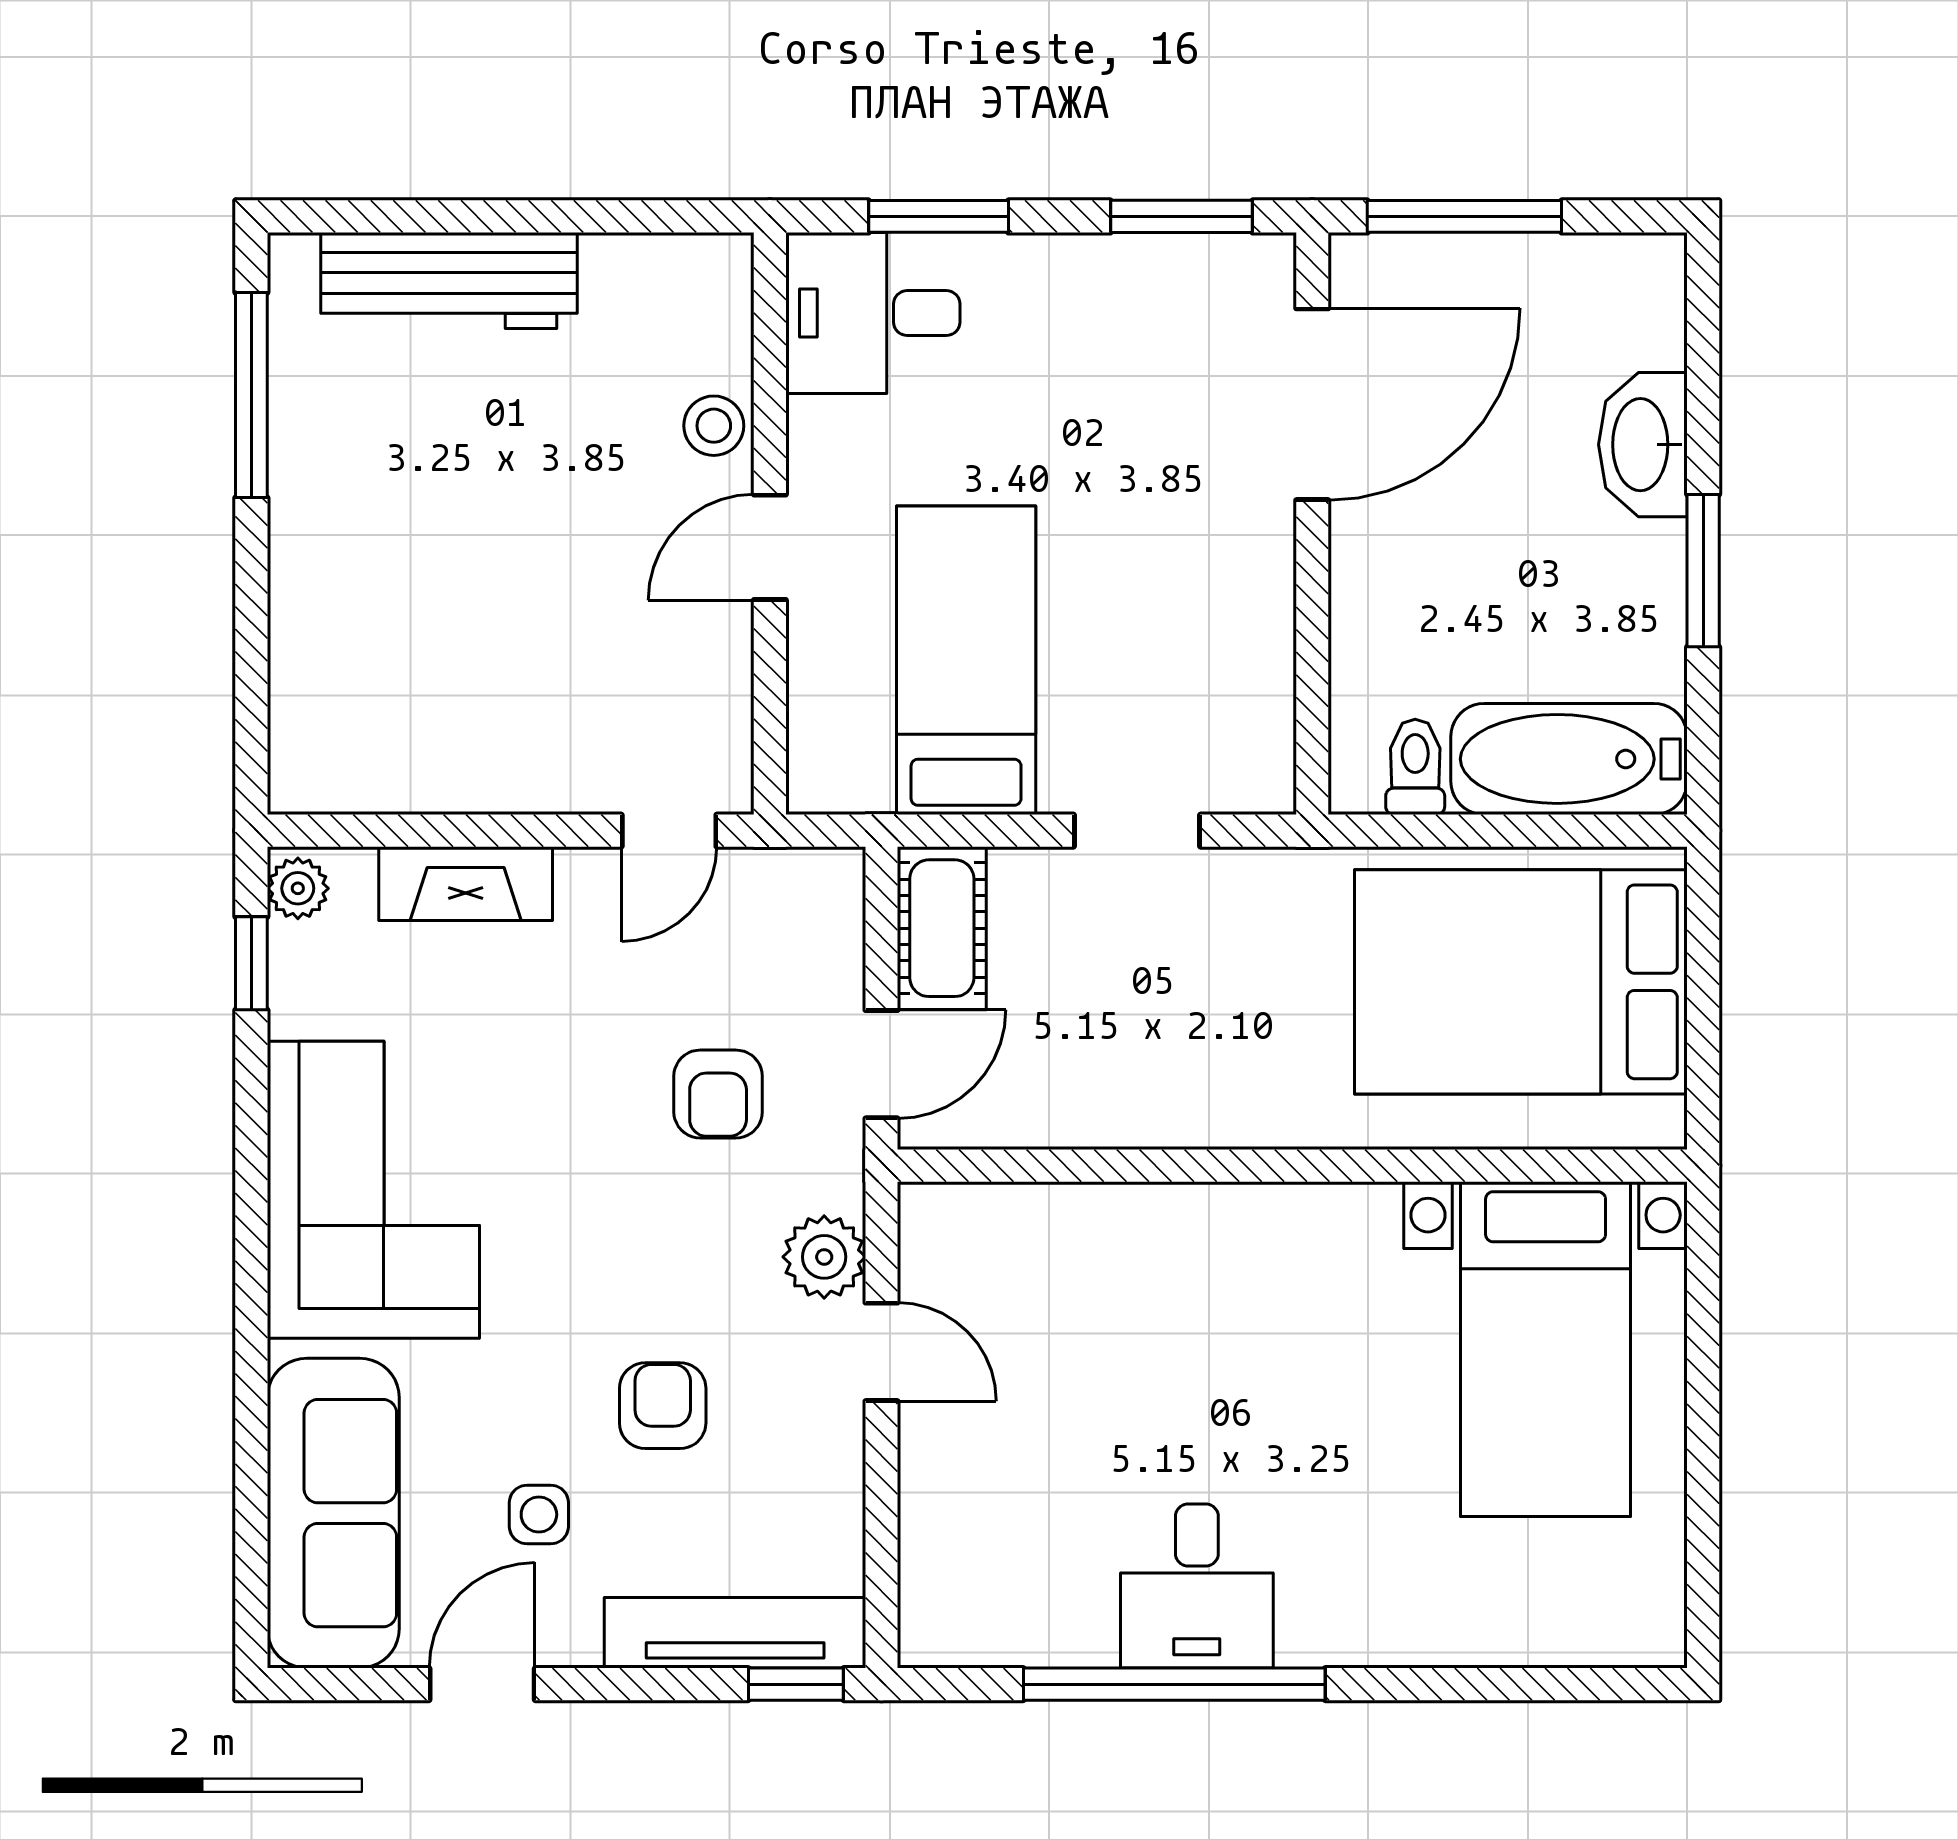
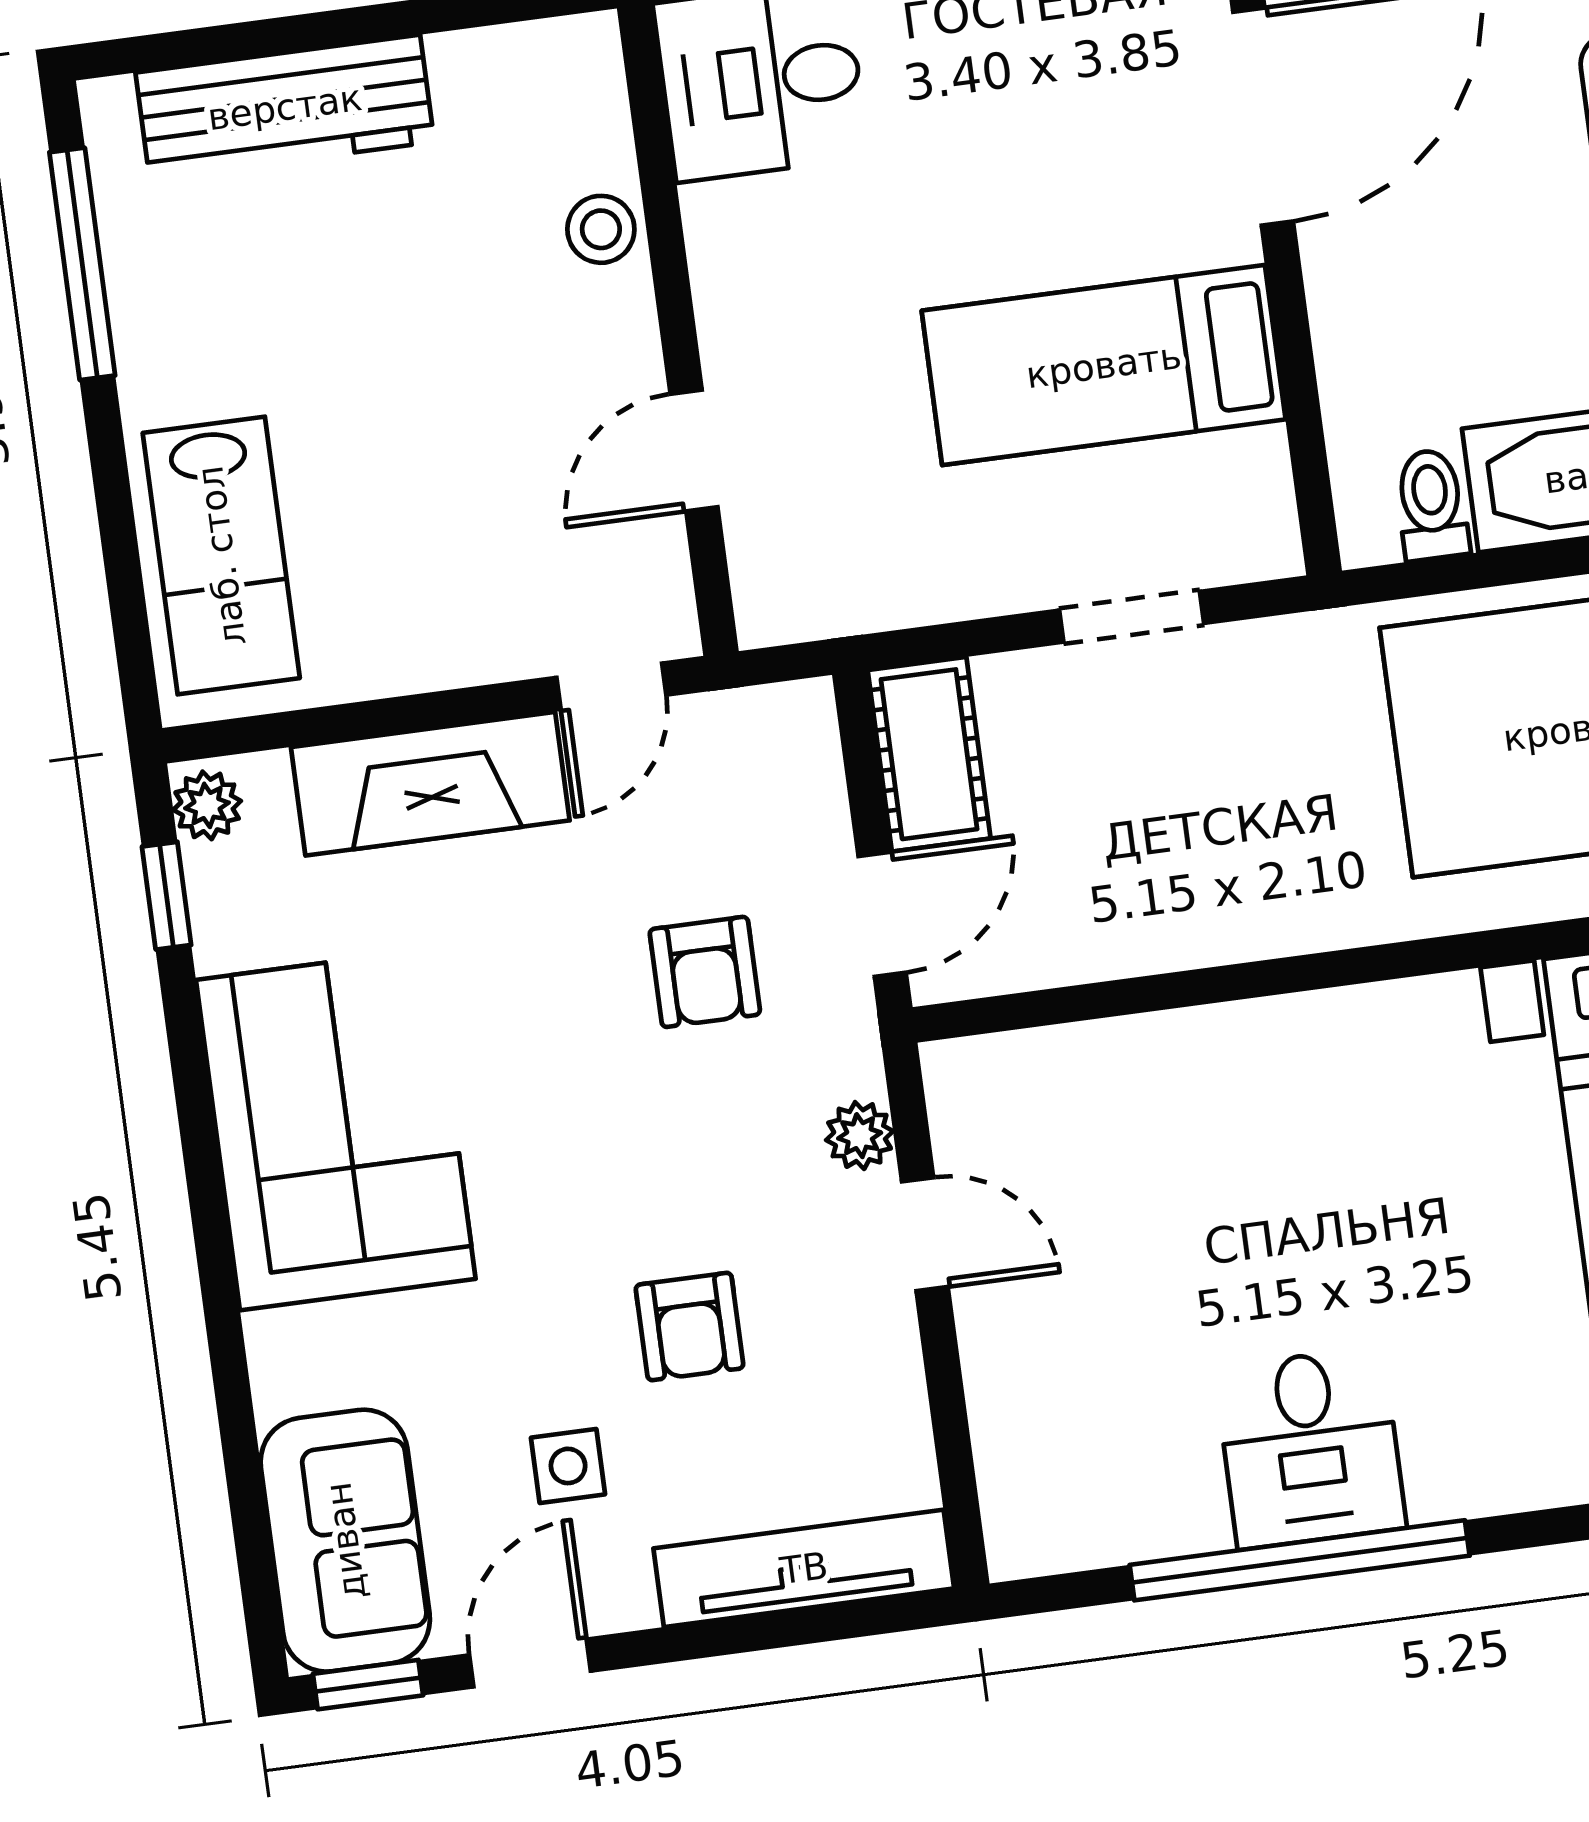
door: (770, 547) -> (694, 451), moved
bed: (966, 660) -> (1104, 365), moved, turned -90
lab bench: (340, 669) -> (221, 556), added
fireplace: (466, 884) -> (430, 784), width x1.37, depth x1.32
plant: (824, 1257) -> (860, 1136), width x0.73, depth x0.73
armchair: (663, 1406) -> (690, 1327), turned 180
sofa: (333, 1513) -> (345, 1541), width x0.73
window: (796, 1684) -> (368, 1685), moved

